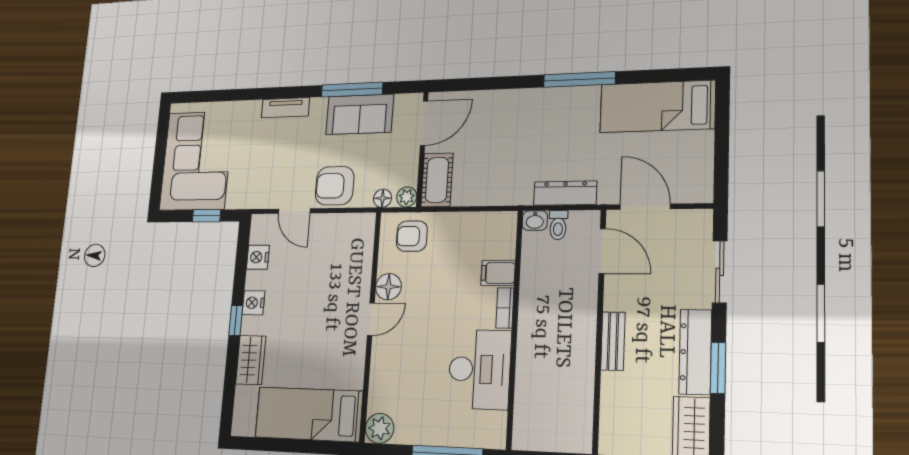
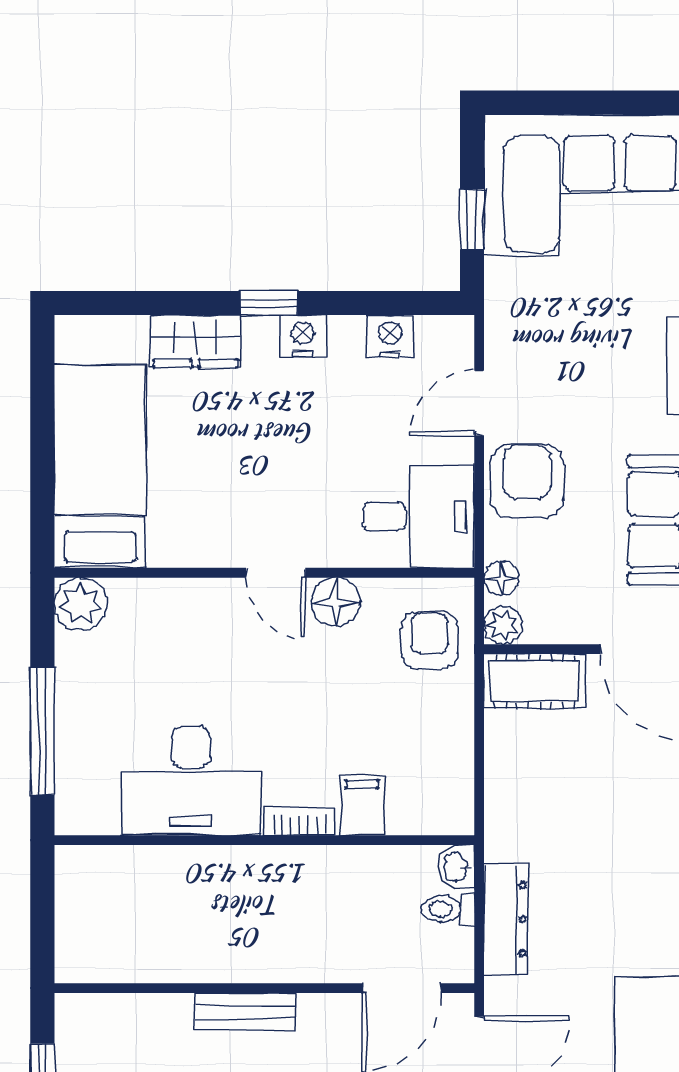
desk: (348, 242) -> (419, 516), added

